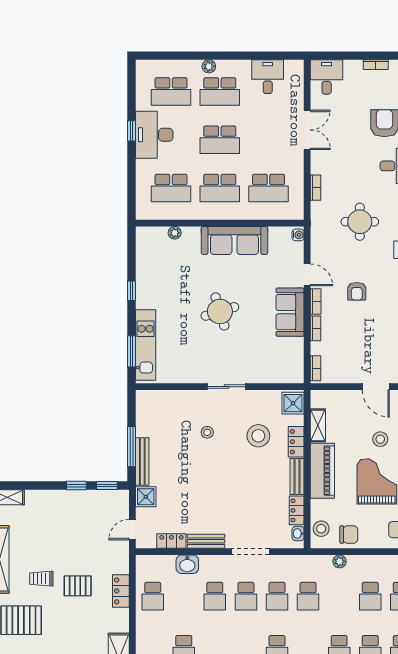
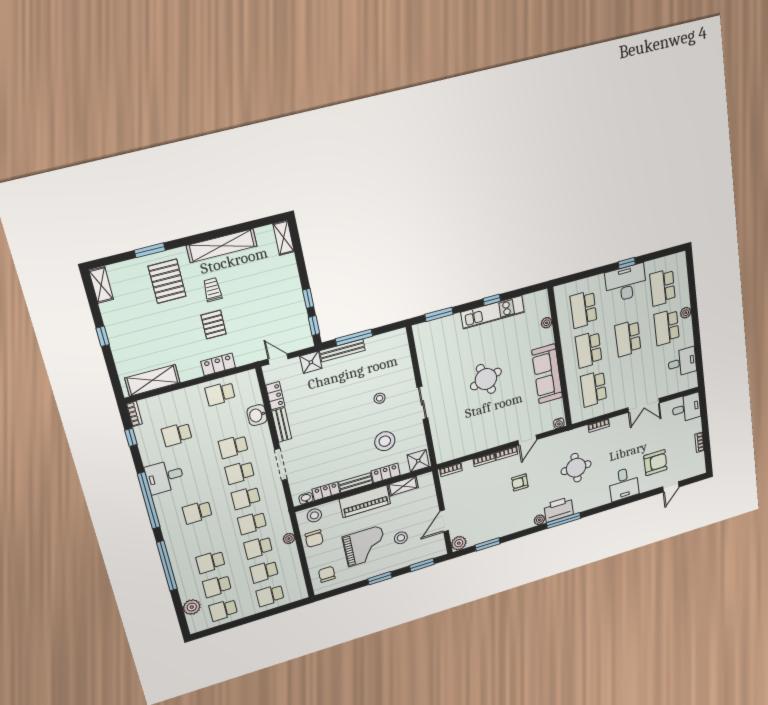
sofa: (290, 312) -> (494, 436), removed
kitchen unit: (146, 345) -> (493, 312), moved
school desk: (339, 596) -> (258, 547), added

